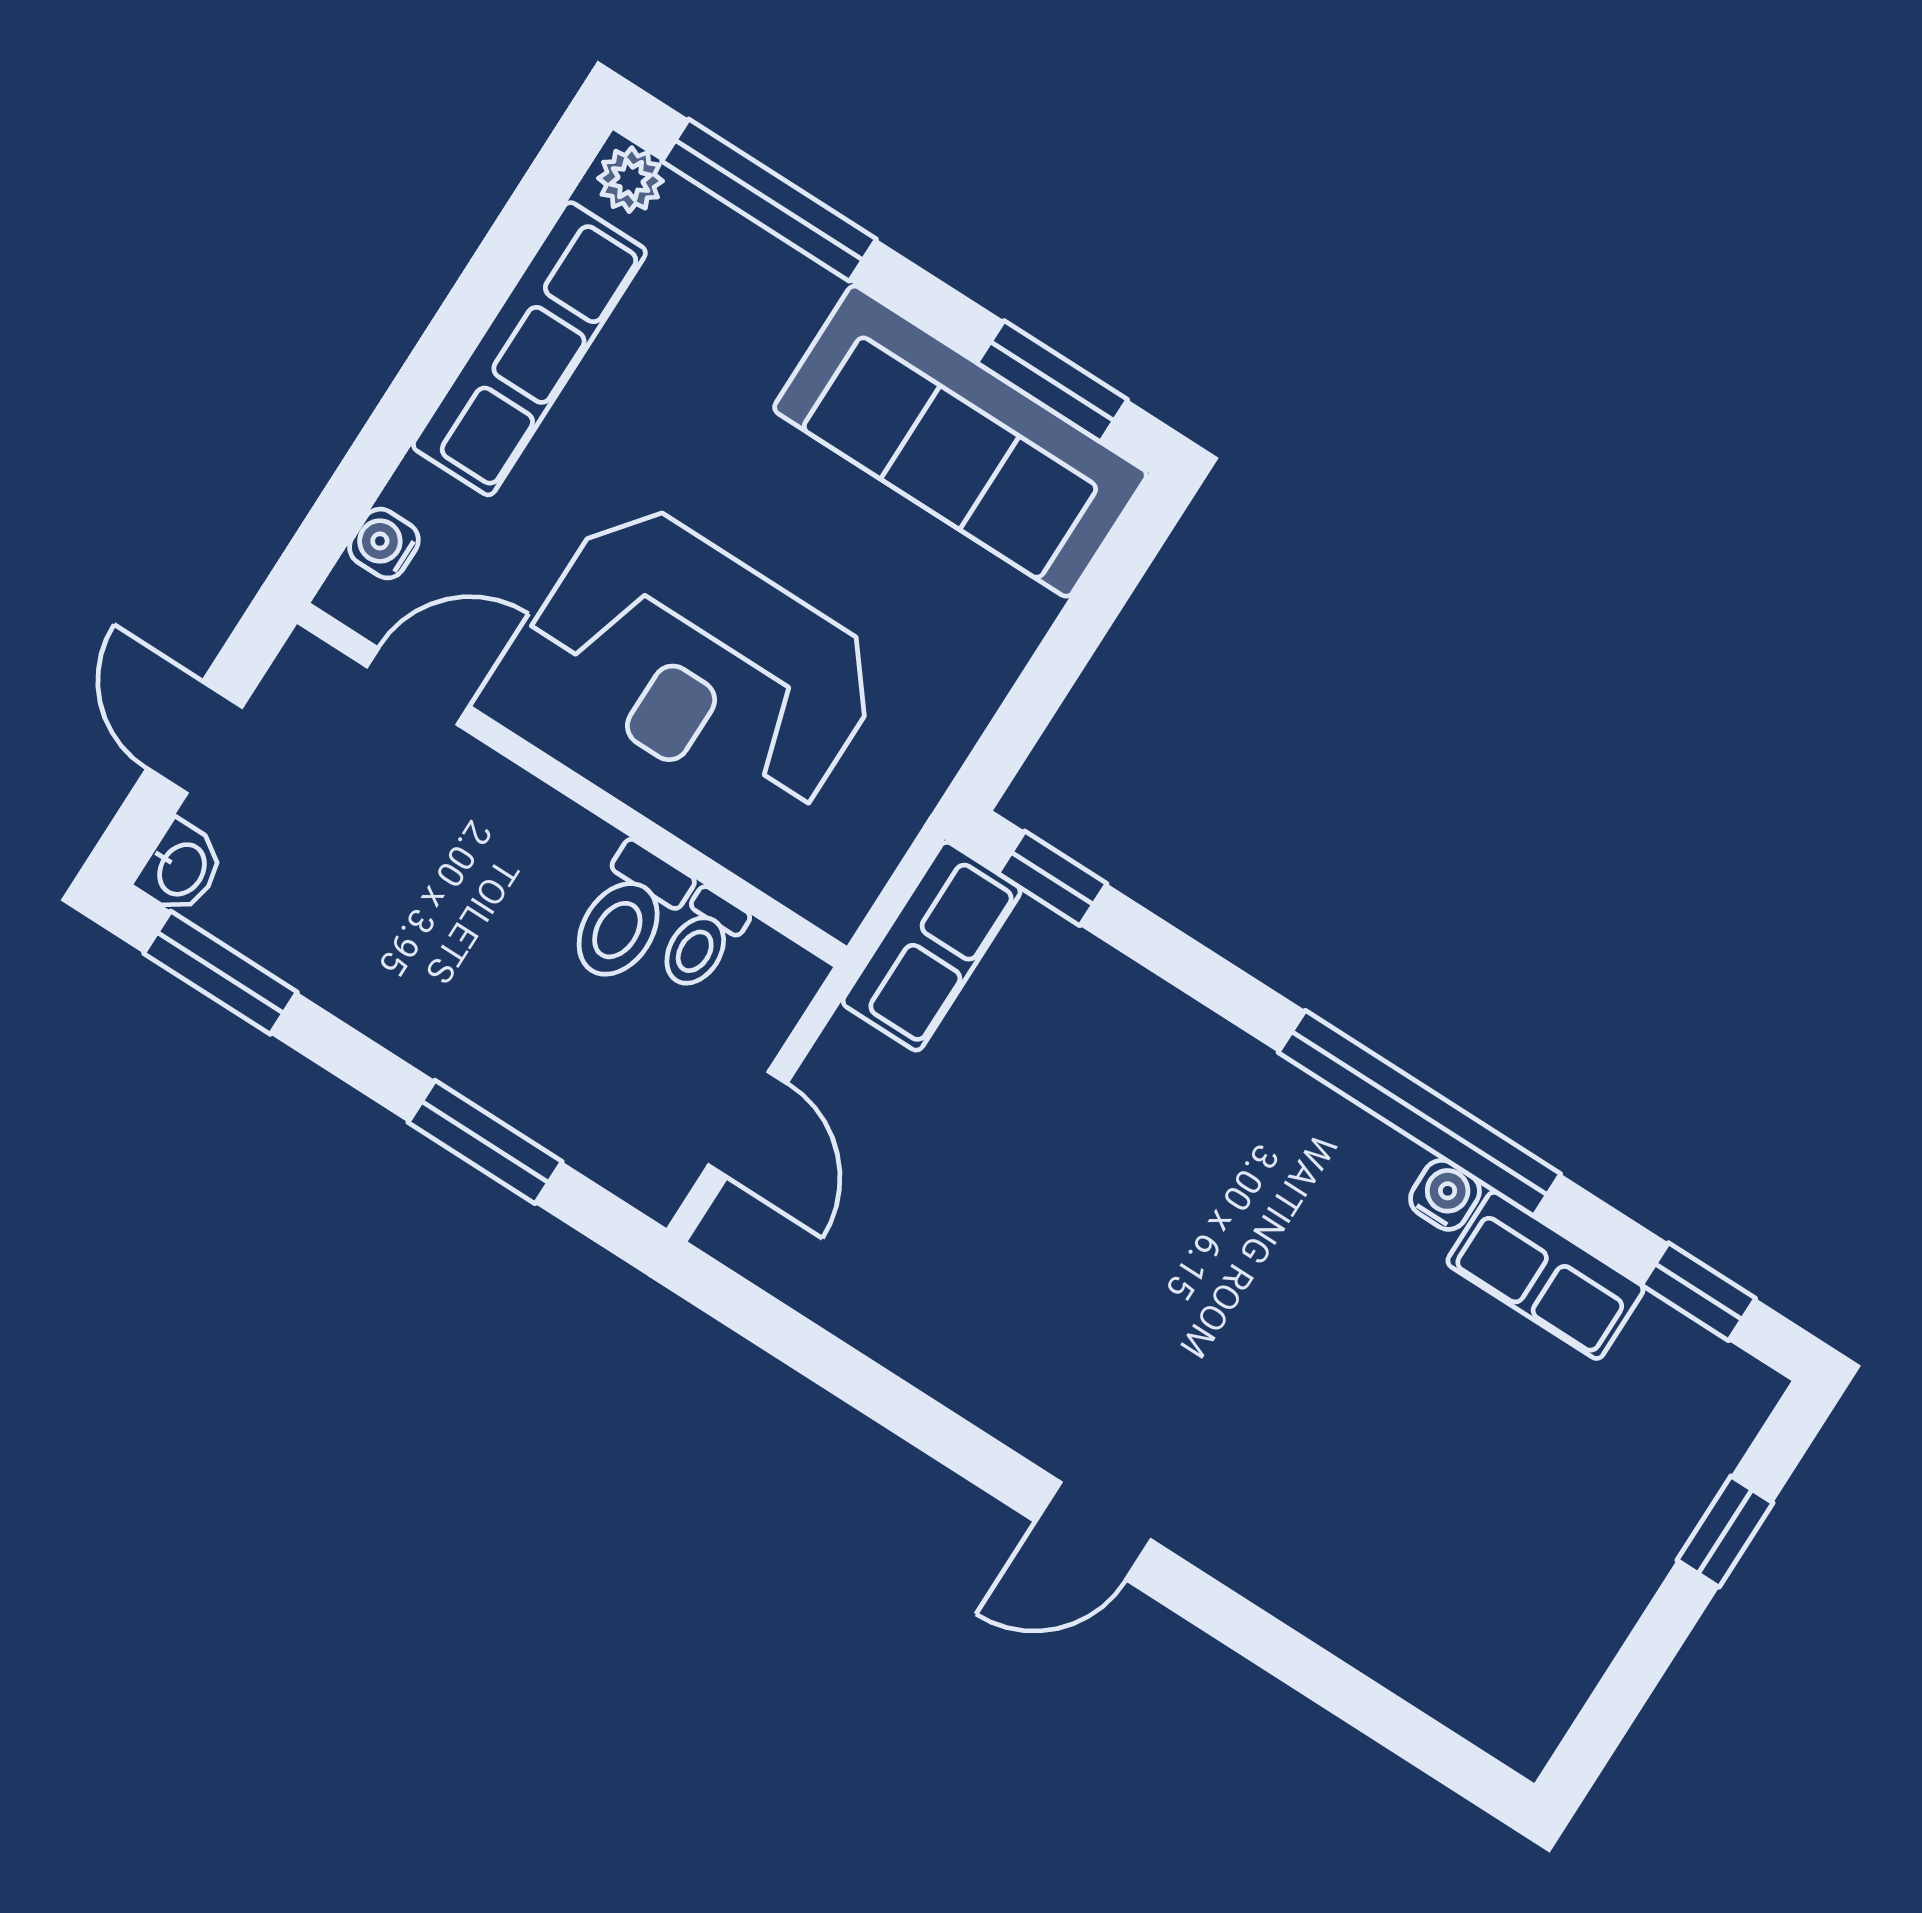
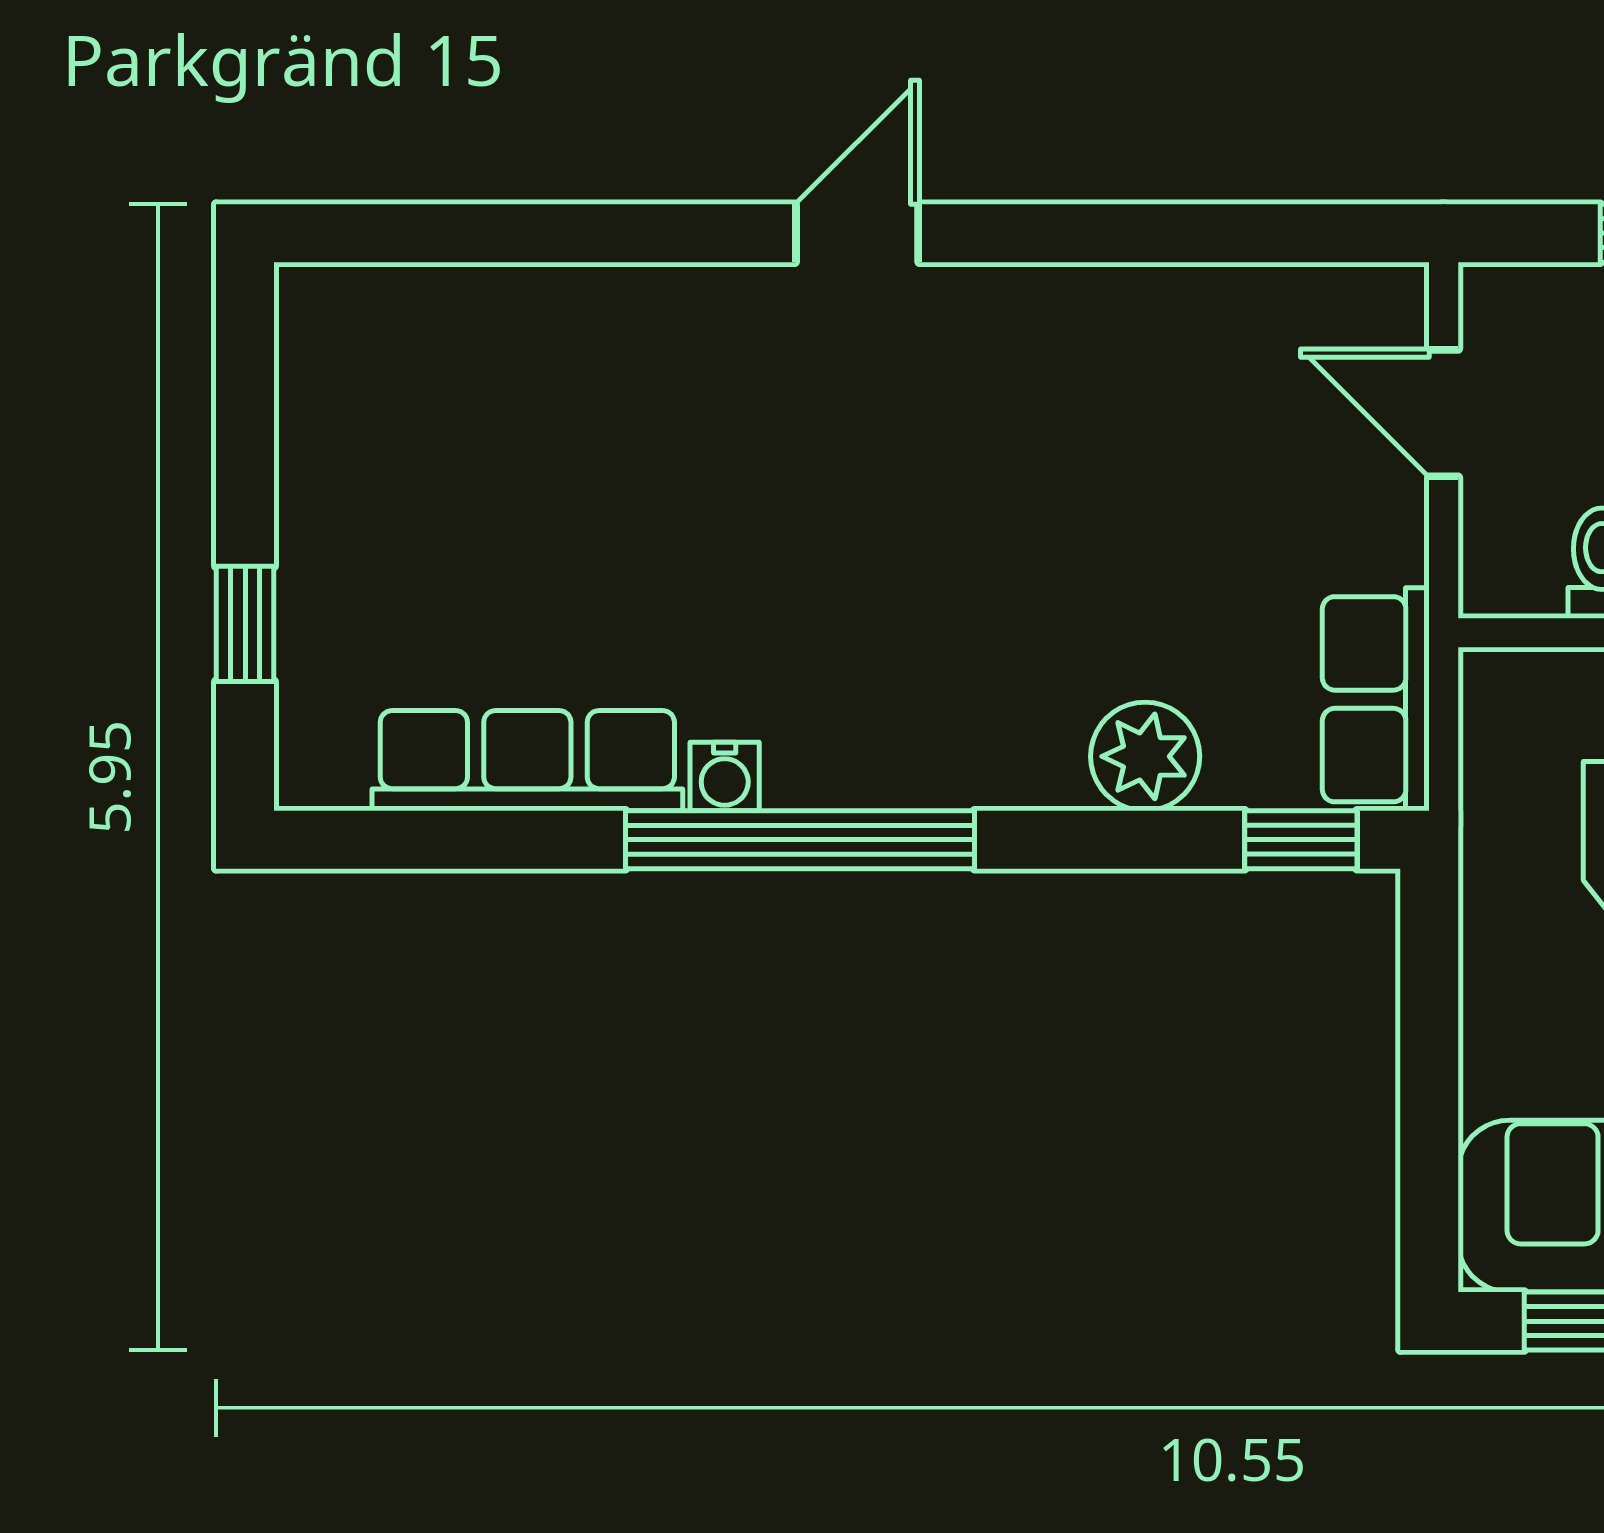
plant: (1127, 1012) -> (1145, 756), added
row of seats: (1545, 1275) -> (527, 761), width x1.48
window: (1699, 1292) -> (419, 840), removed

